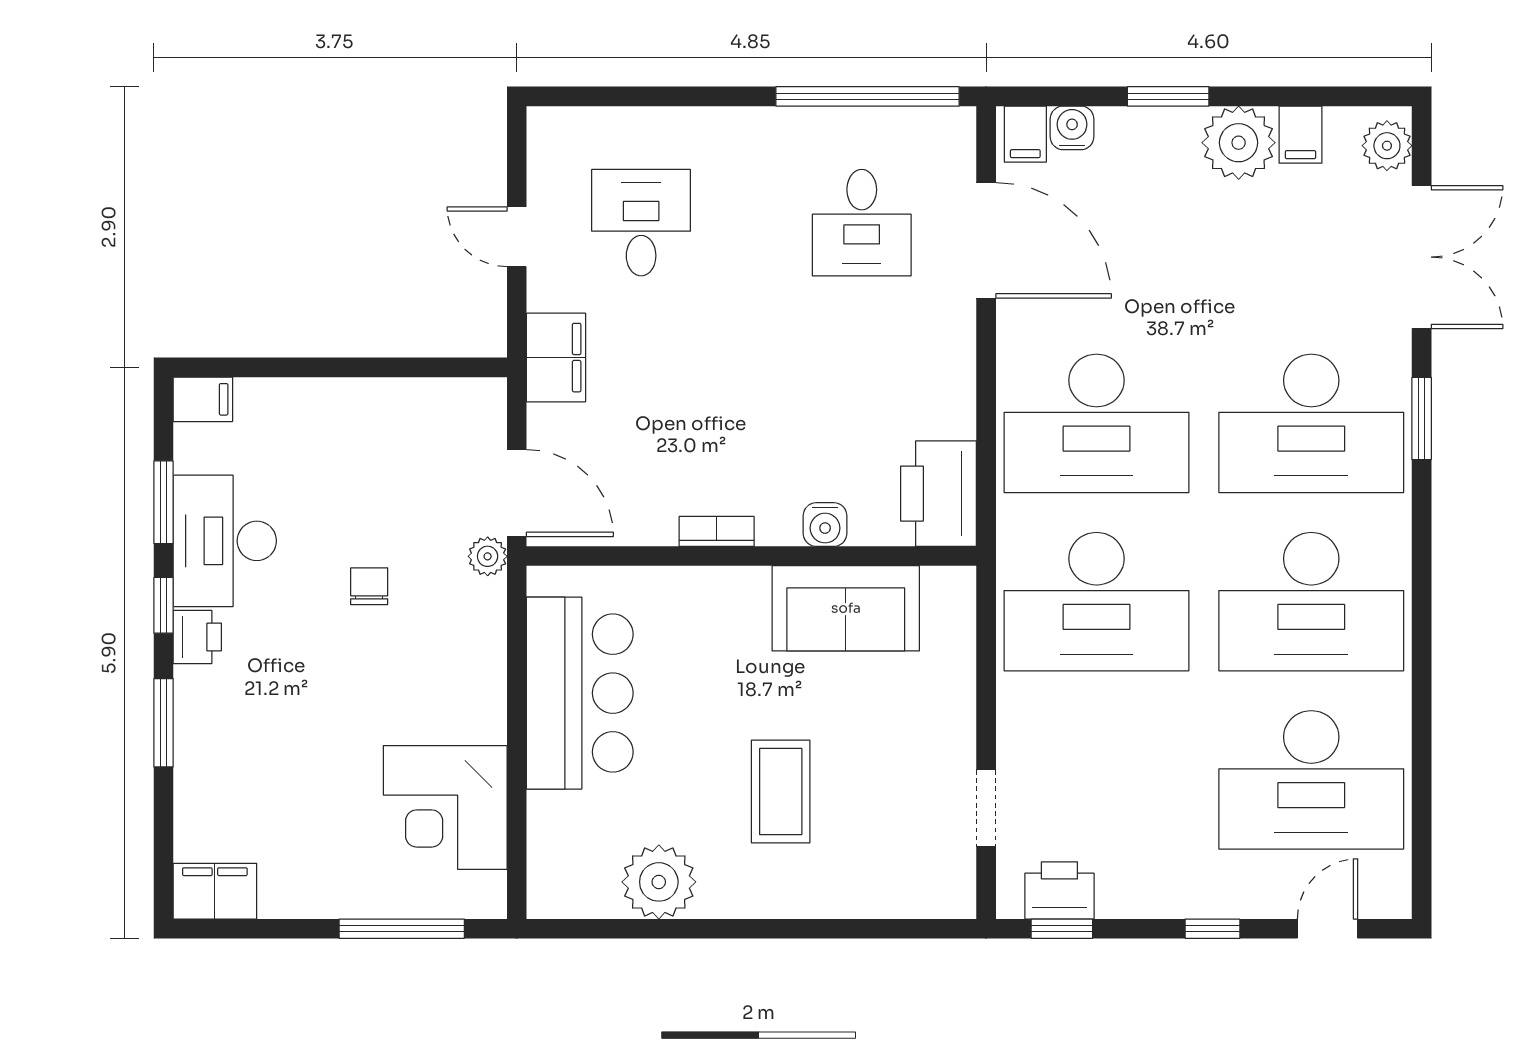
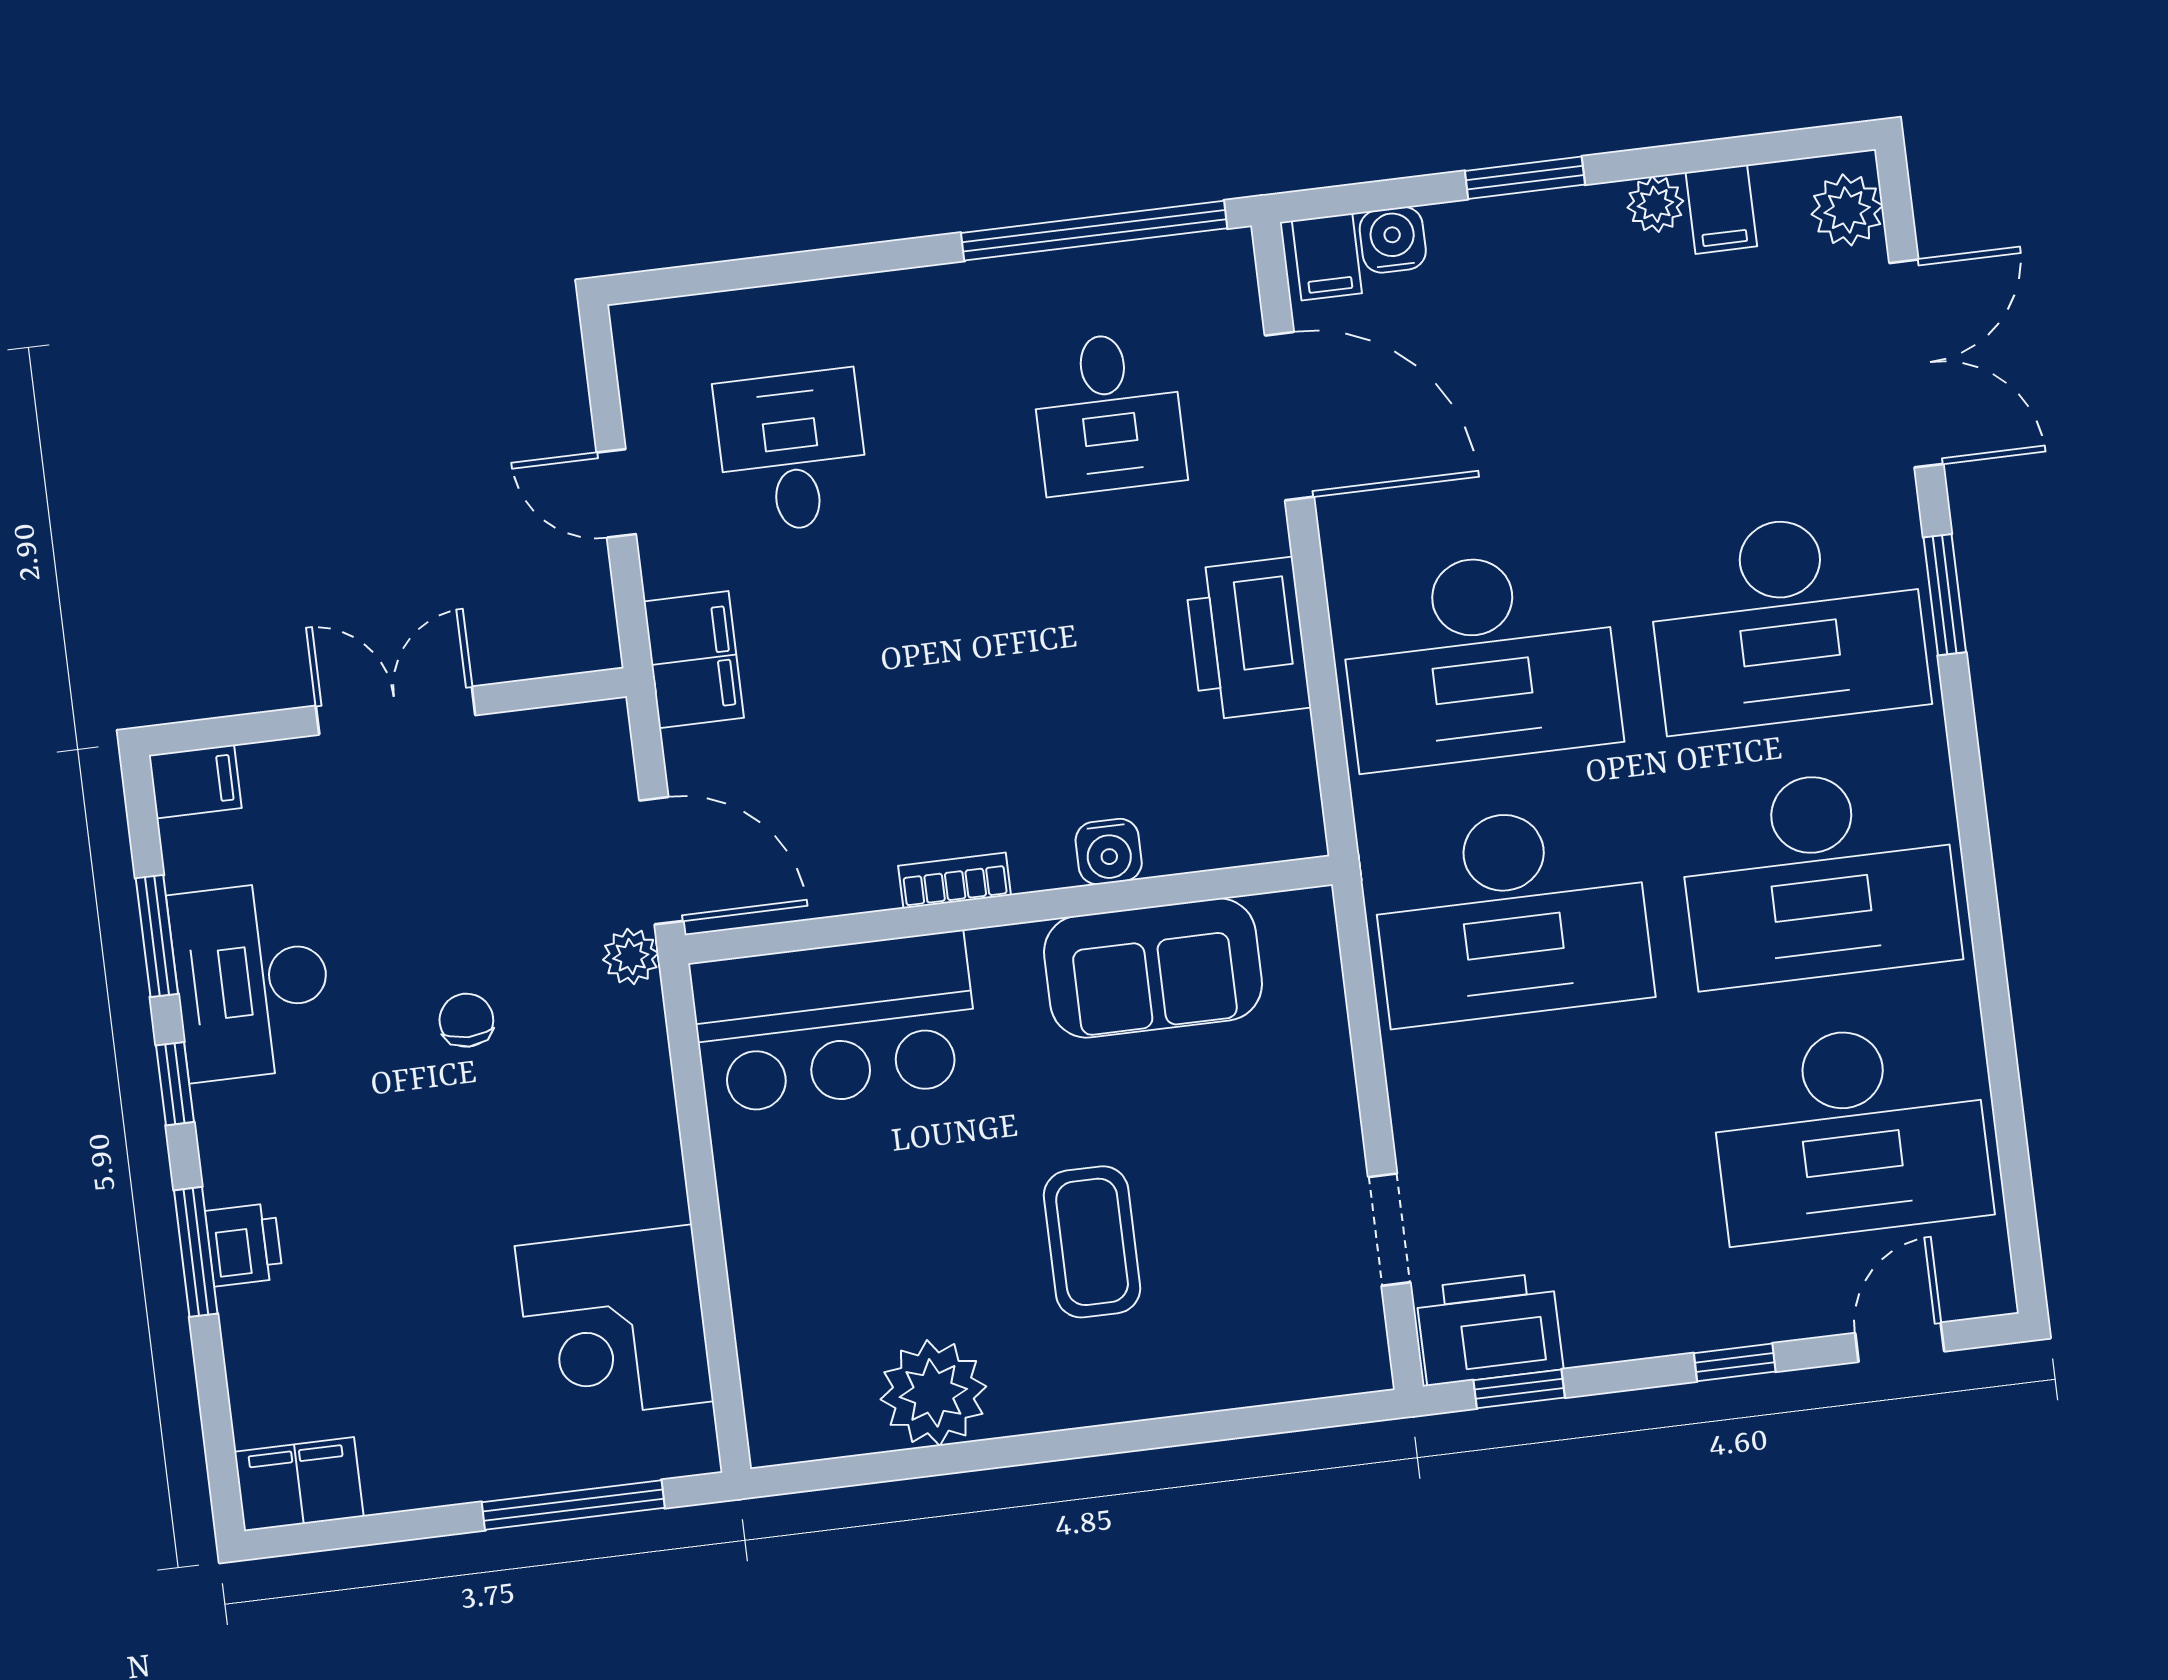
plant: (1239, 143) -> (1655, 204), width x0.53, depth x0.53
double door: (347, 367) -> (396, 711), added
printer: (938, 494) -> (1248, 639), moved
printer: (197, 637) -> (244, 1245), moved
bar counter: (580, 693) -> (835, 1023), moved, turned 90
printer: (1059, 890) -> (1489, 1329), width x1.37, depth x1.19

